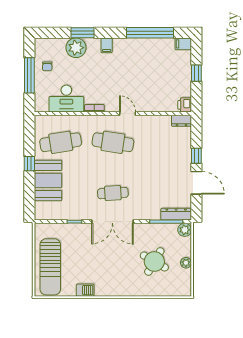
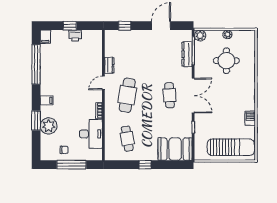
printer: (185, 105) -> (75, 35), moved
dresser: (181, 121) -> (109, 65), moved
cafe table: (61, 142) -> (127, 139), width x0.73, depth x0.74
window: (196, 156) -> (125, 26), moved
booth: (48, 181) -> (175, 149), moved
dresser: (176, 214) -> (187, 54), moved
round table: (154, 261) -> (226, 61), turned -30

